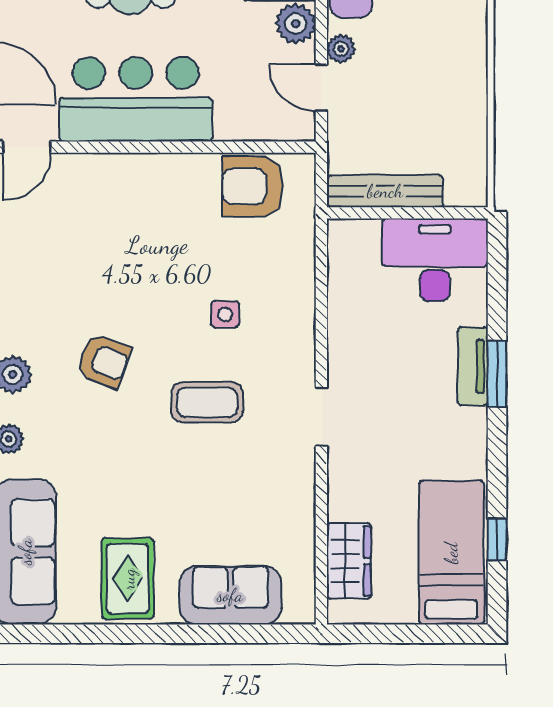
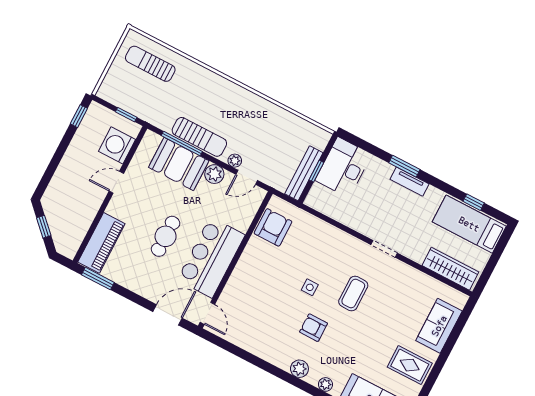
armchair: (253, 186) -> (273, 227), turned 180
window: (401, 213) -> (316, 171), added
side table: (225, 314) -> (310, 287), moved
armchair: (104, 361) -> (314, 328), turned -111
tv unit: (473, 366) -> (409, 182), moved
wardrobe: (349, 561) -> (450, 269), width x1.50

